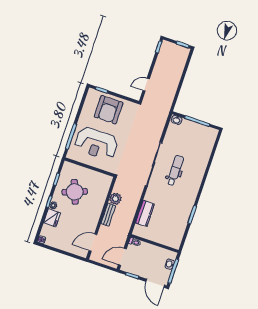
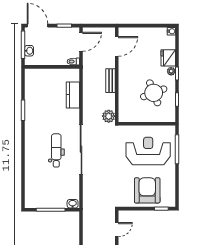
dental chair: (175, 170) -> (56, 150), turned 180
plant: (116, 199) -> (109, 116), moved

